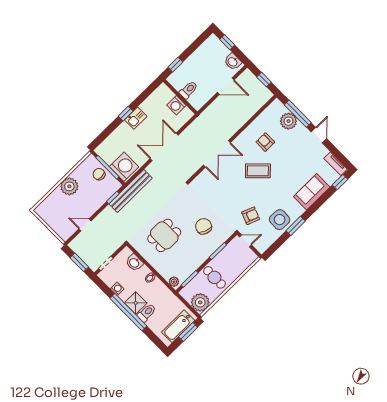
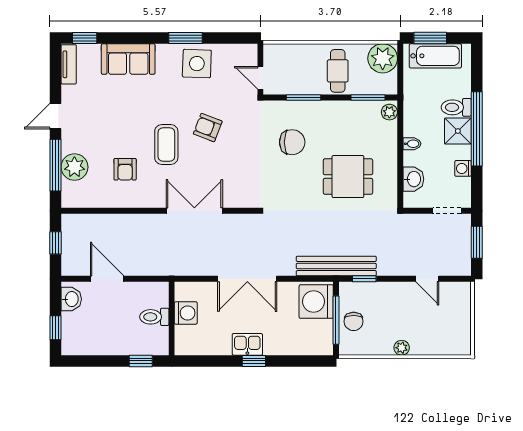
coffee table: (258, 171) -> (166, 145), turned 45
plant: (69, 186) -> (402, 348), width x0.53, depth x0.53
armchair: (251, 216) -> (208, 128), moved
chair: (204, 226) -> (292, 142), turned -111

